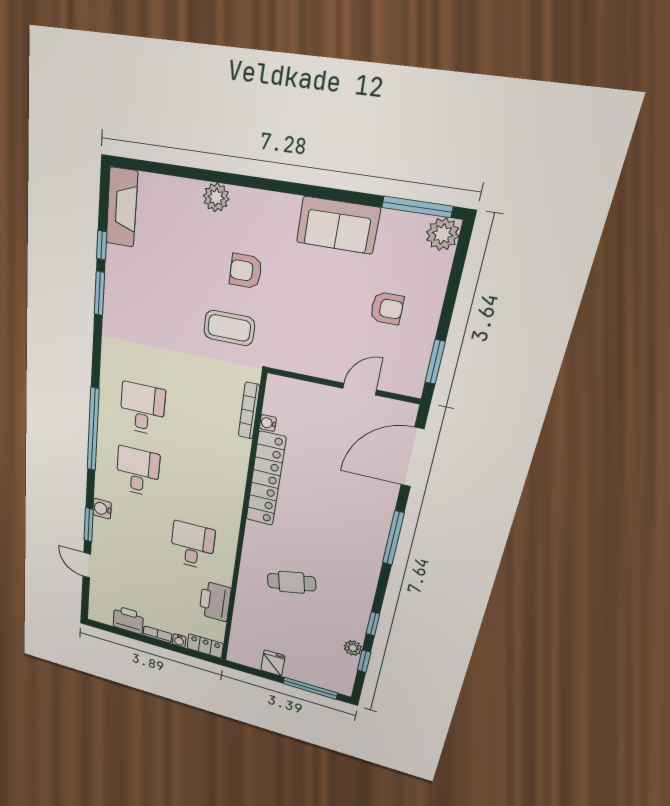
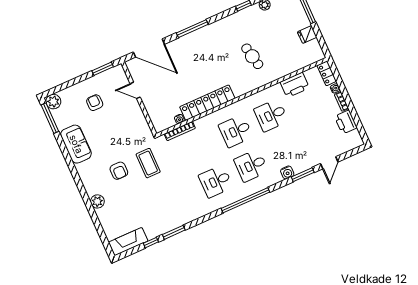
desk: (199, 487) -> (236, 131), added

